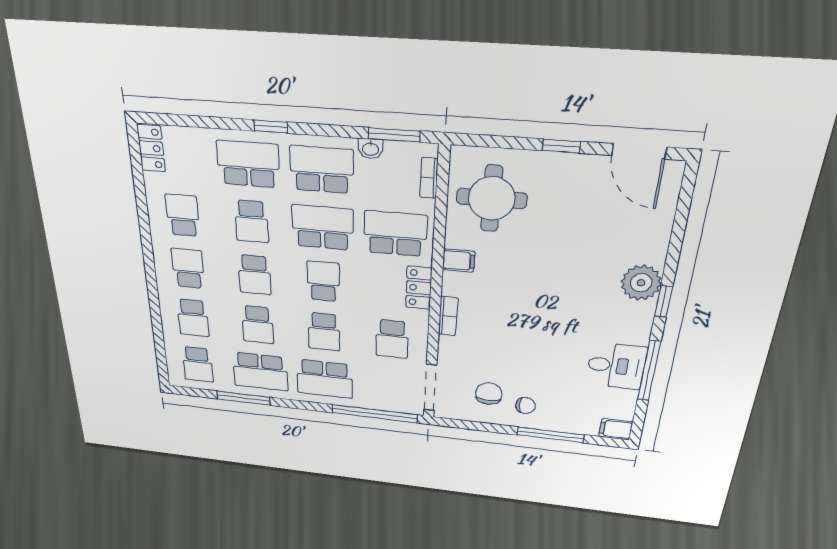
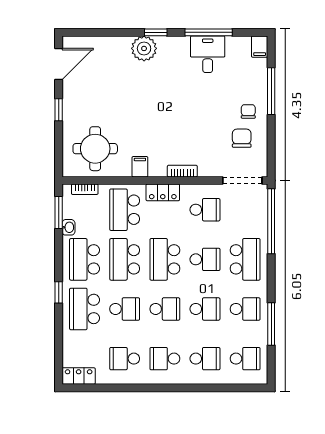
school desk: (323, 281) -> (165, 259), width x1.85
school desk: (260, 372) -> (245, 309), width x0.54
chair: (489, 394) -> (242, 138), turned 90

